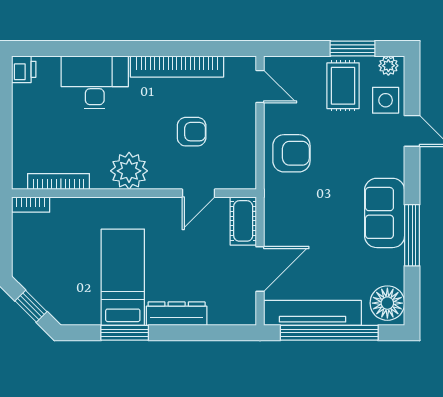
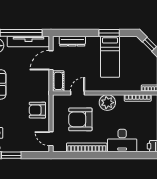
rug: (343, 86) -> (15, 139), removed
armchair: (192, 132) -> (80, 119), width x1.88, depth x1.88
dresser: (177, 314) -> (72, 41), moved

